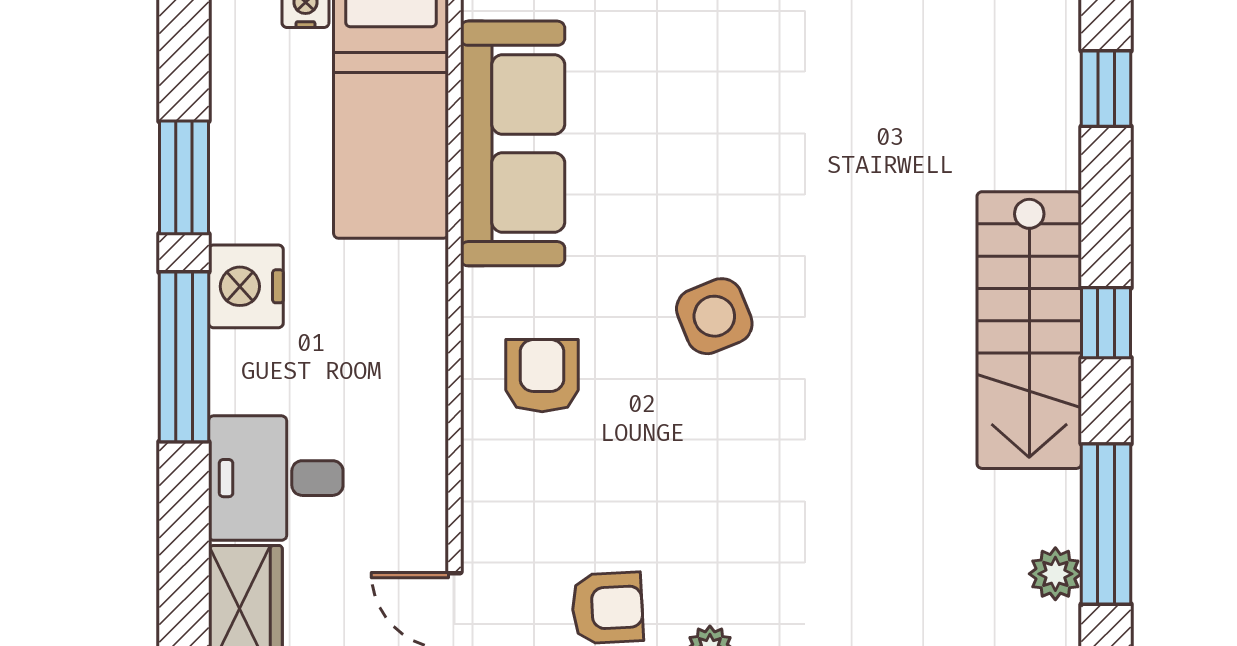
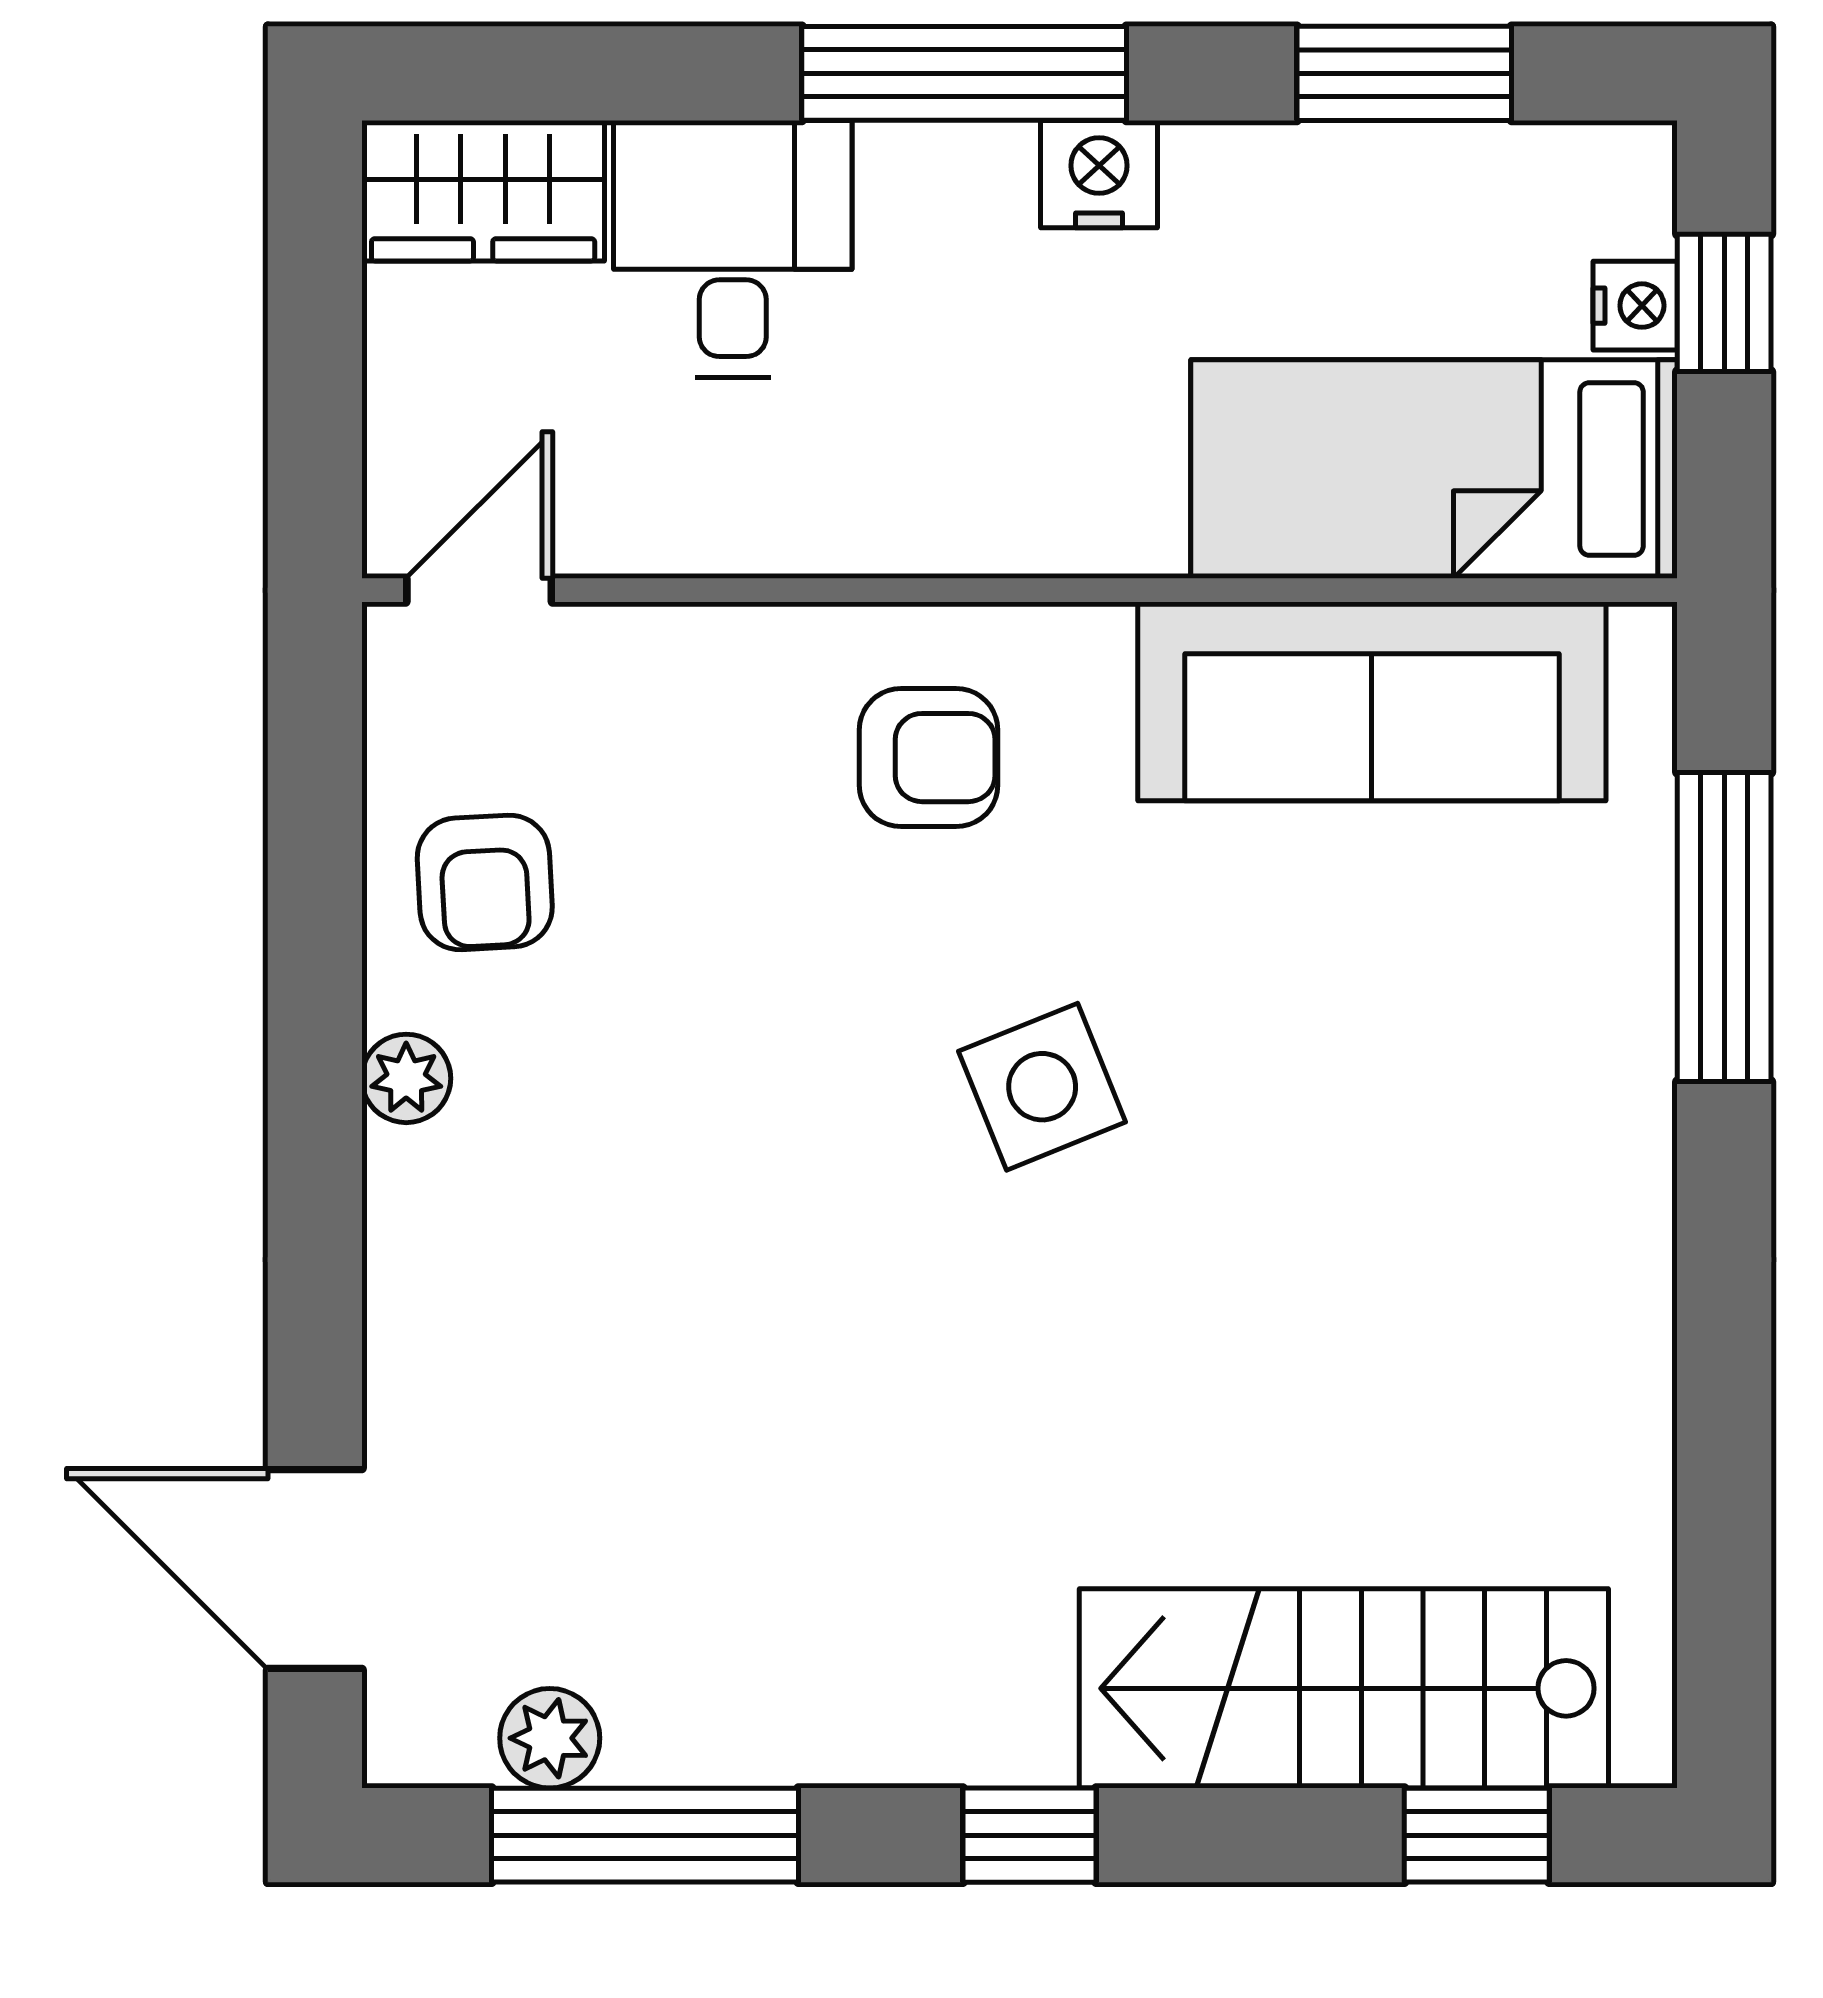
window: (184, 177) -> (1404, 73), moved
nightstand: (246, 286) -> (1099, 174), width x0.74, depth x0.75
stairs: (1029, 330) -> (1344, 1688), moved

